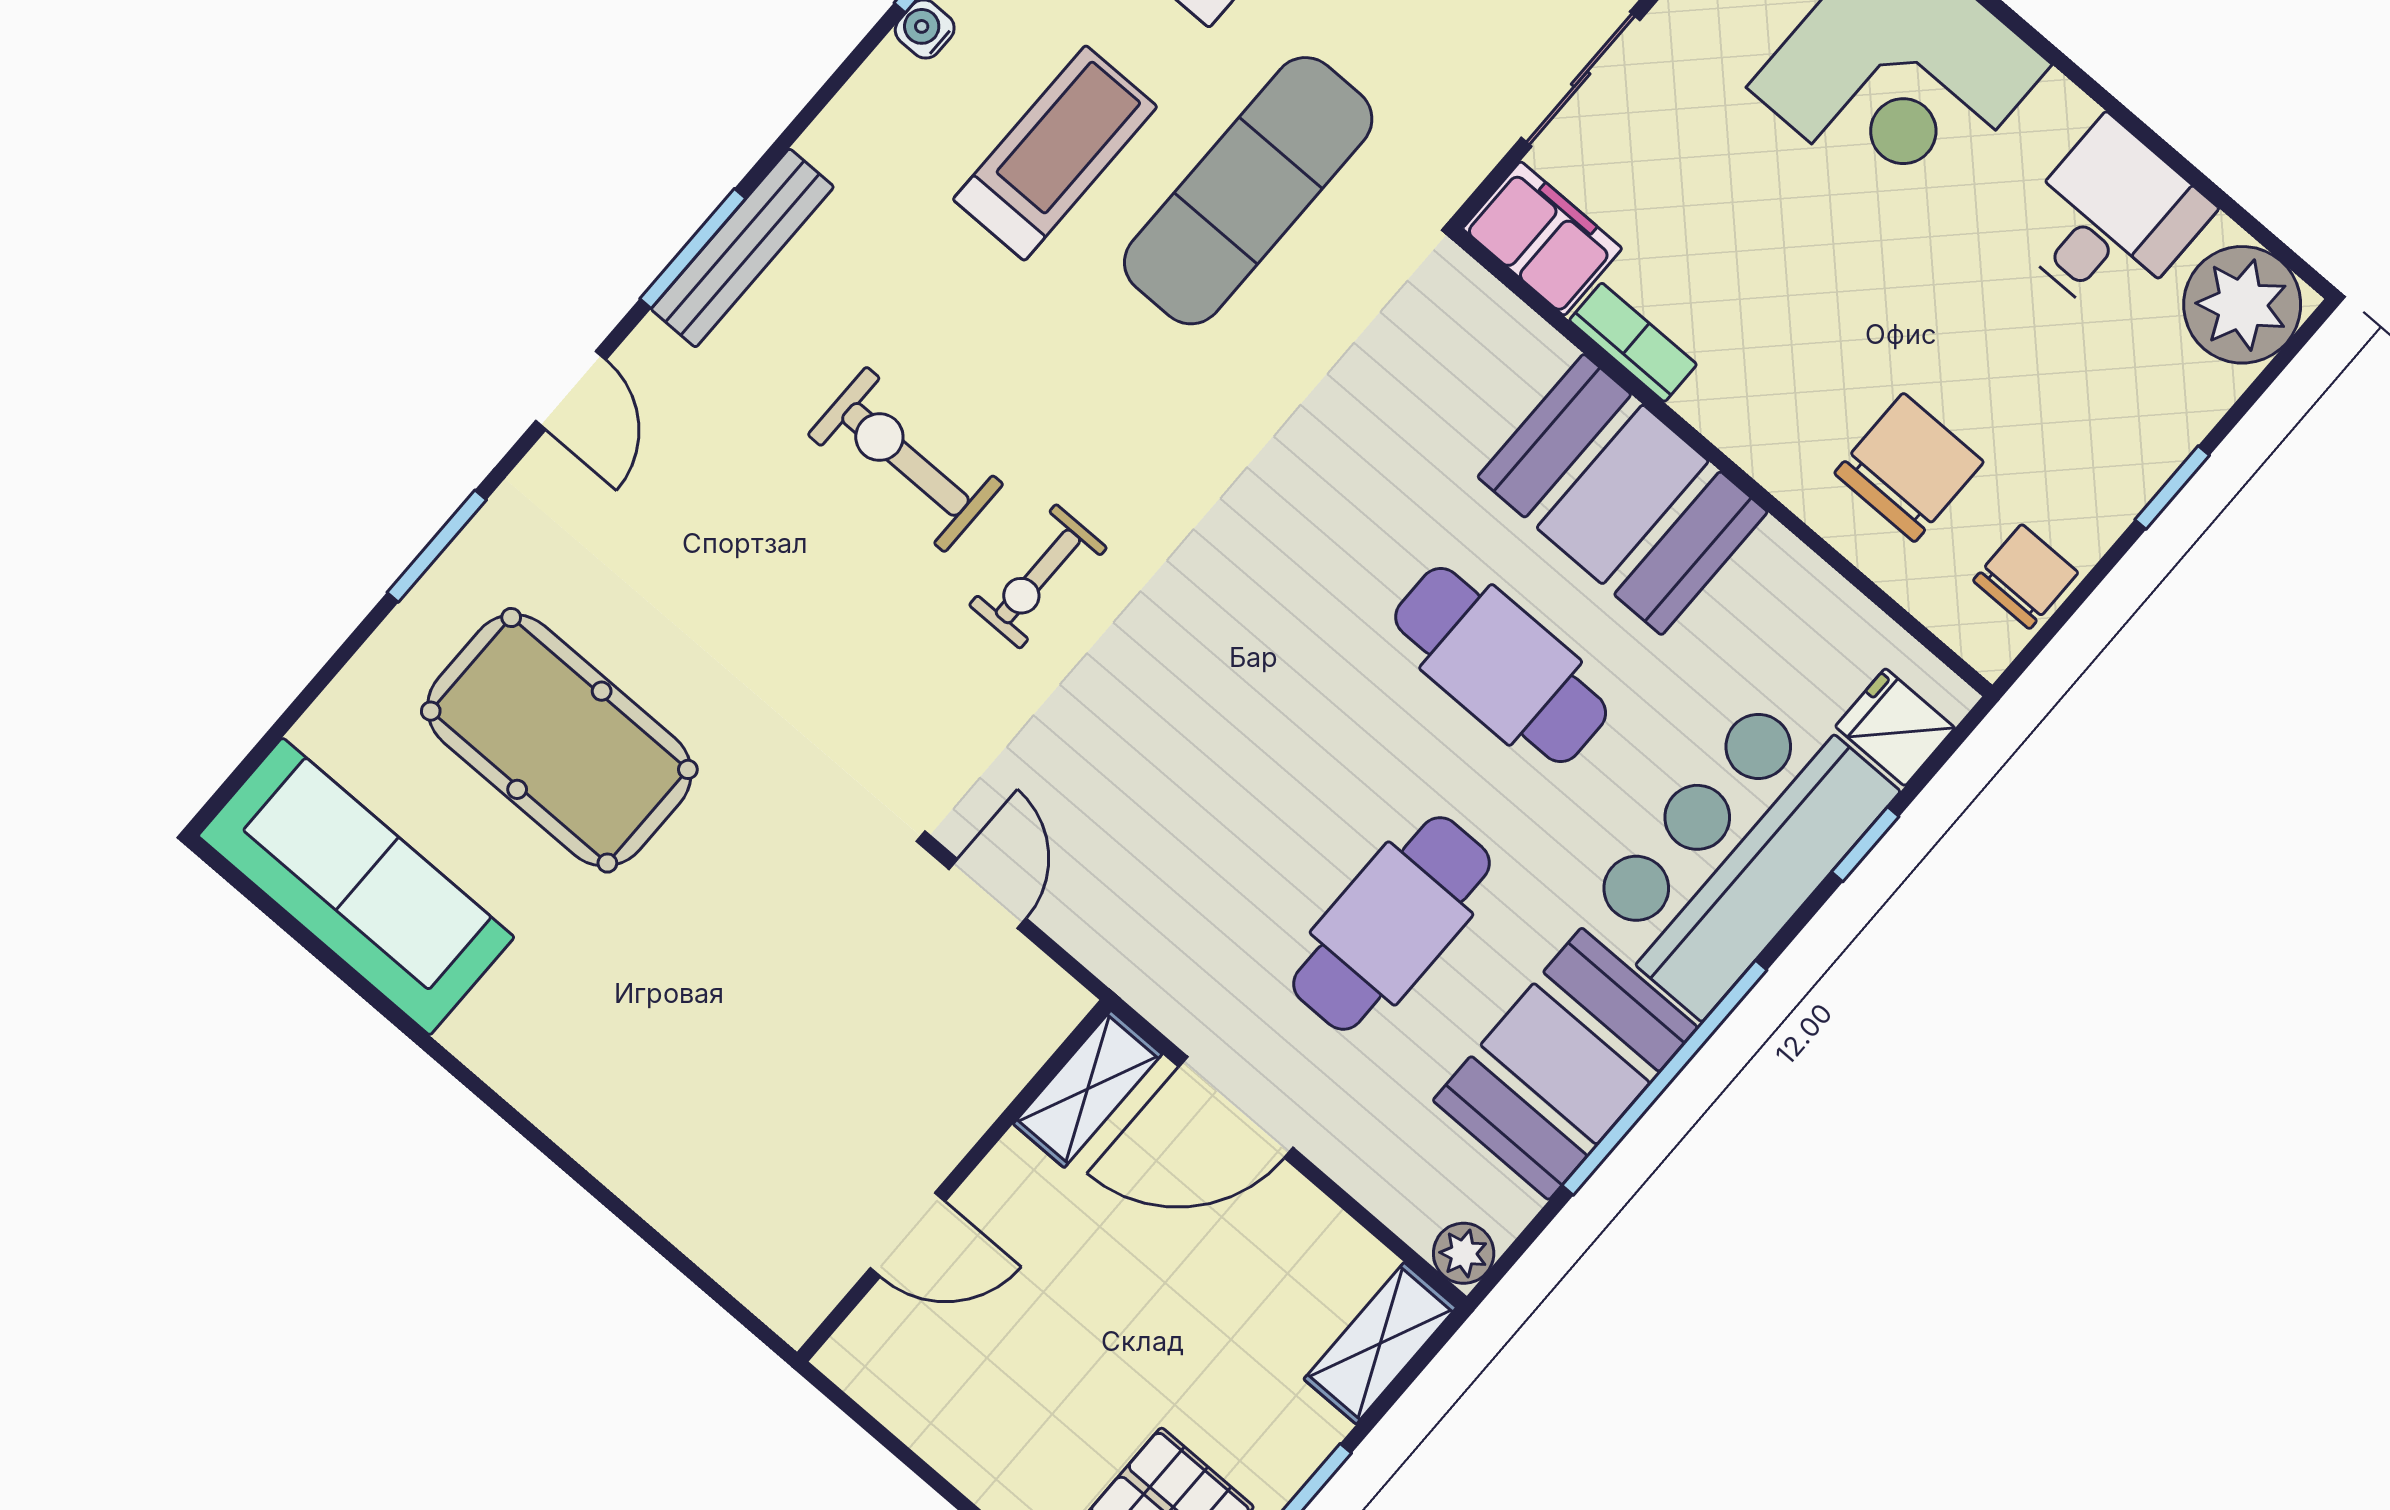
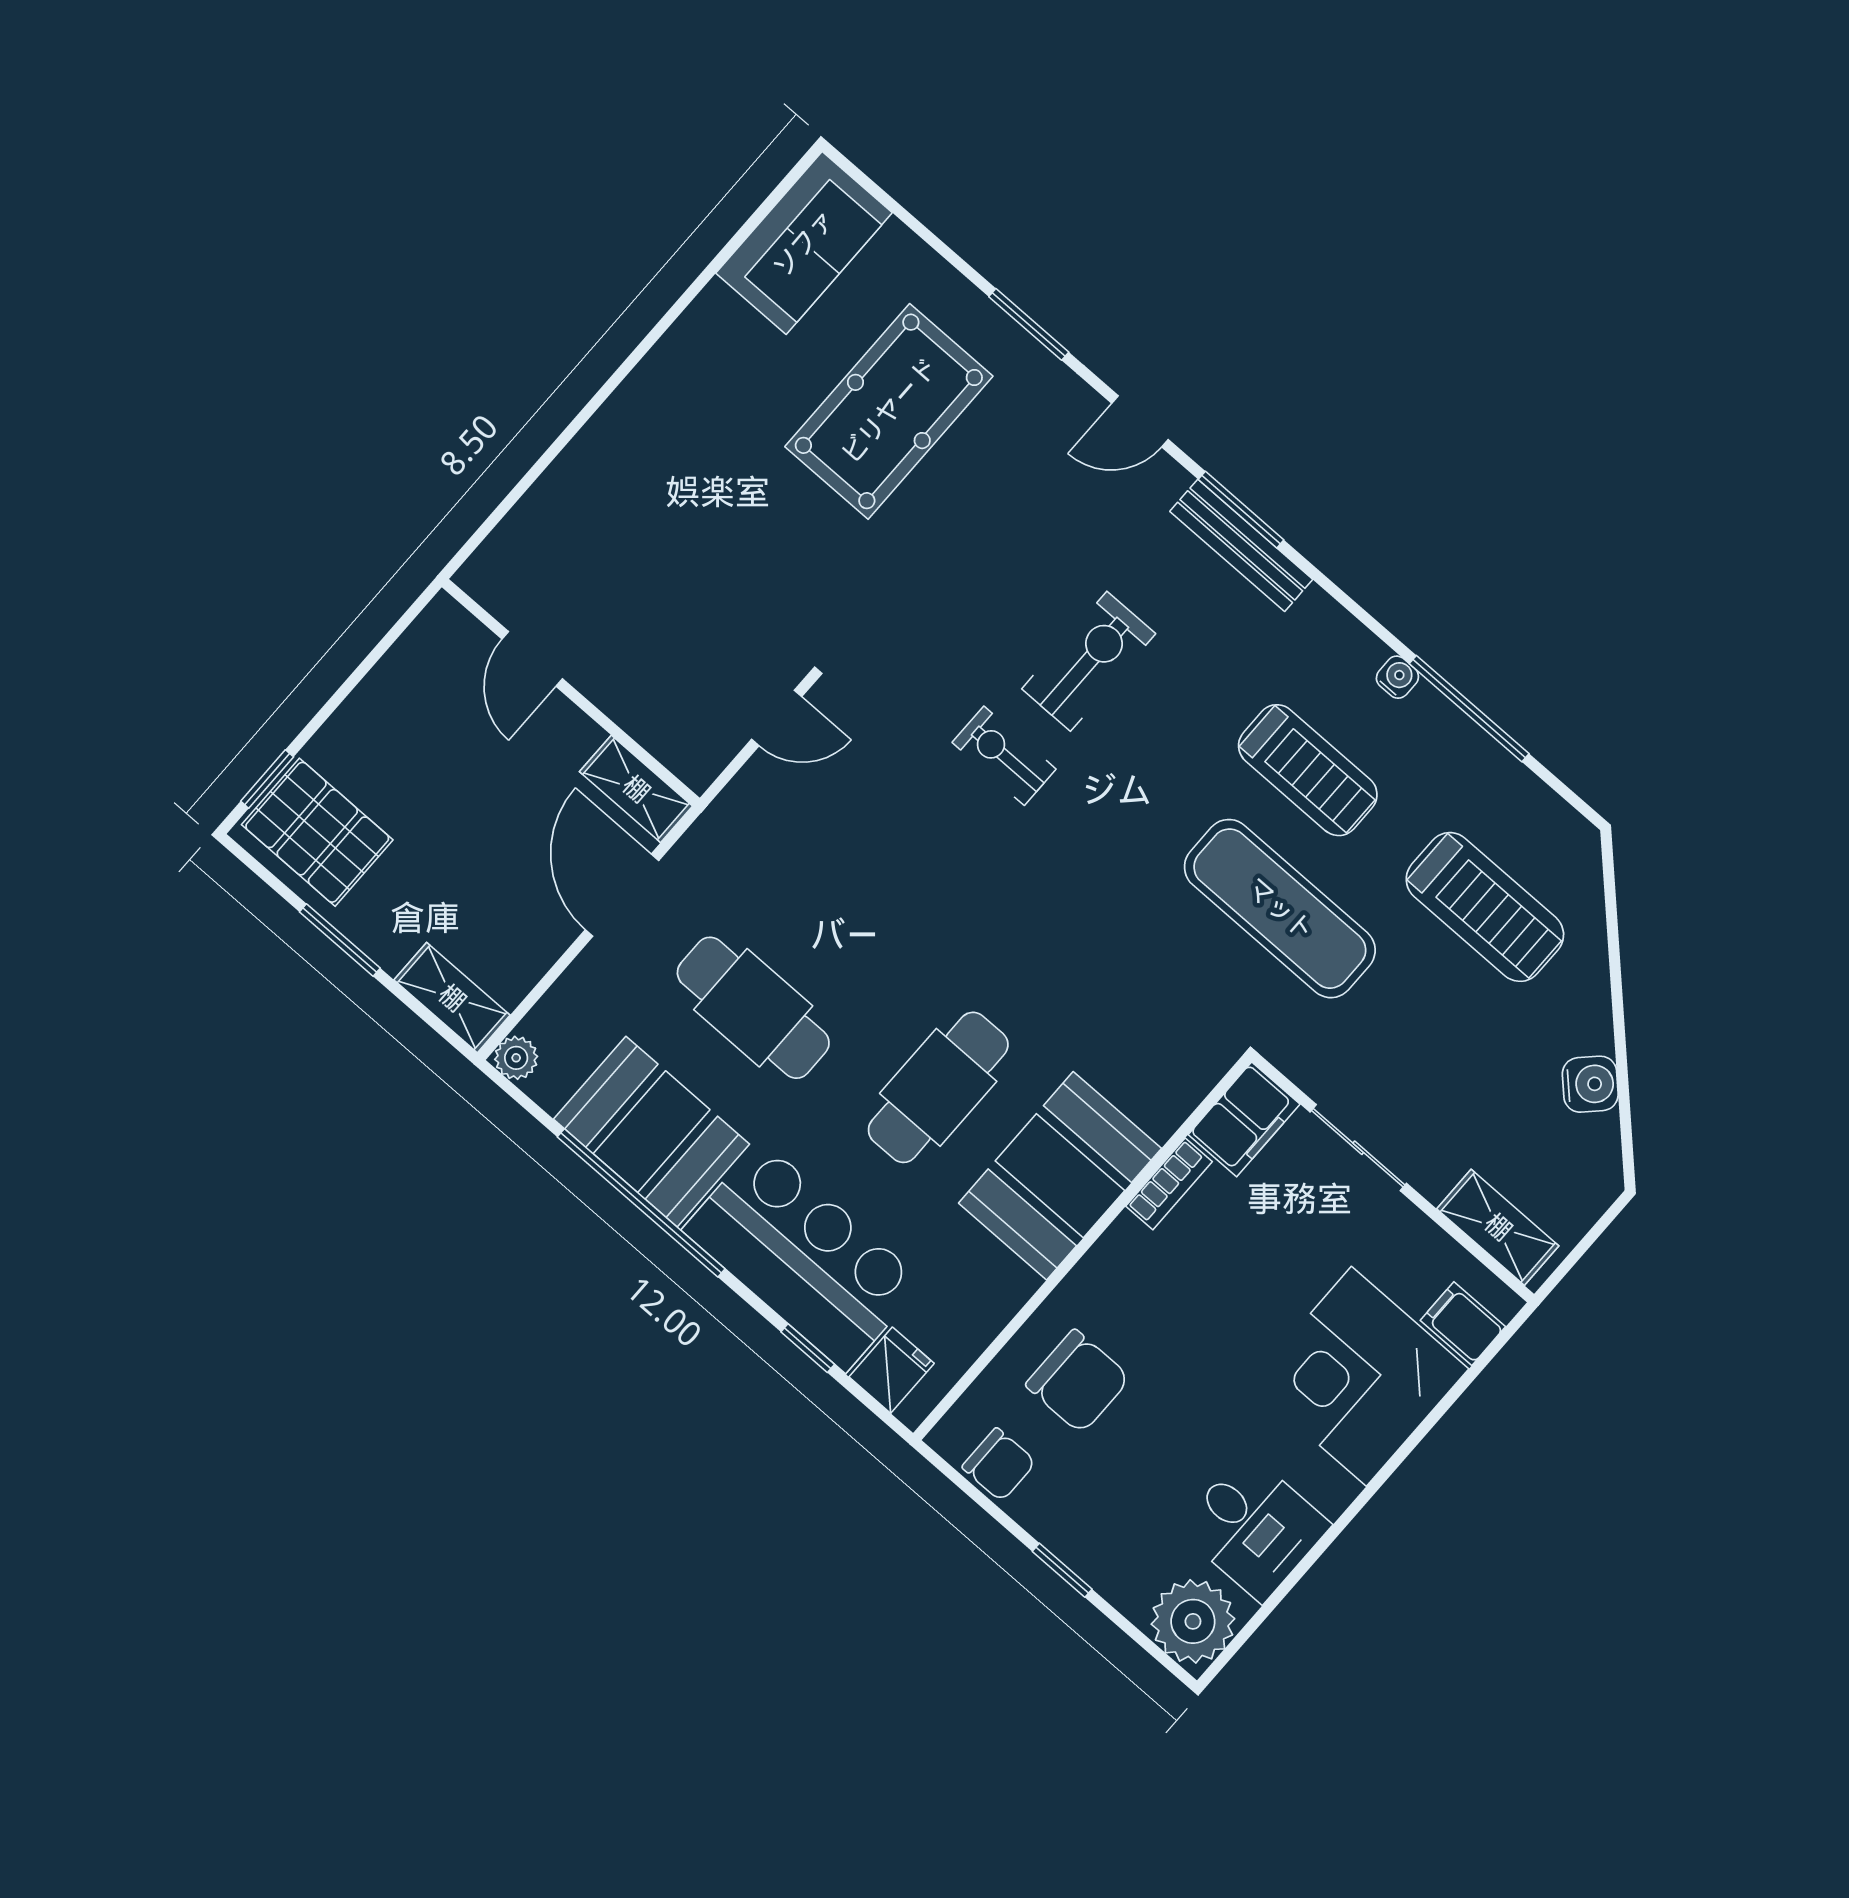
sofa: (356, 886) -> (804, 243), width x0.73

